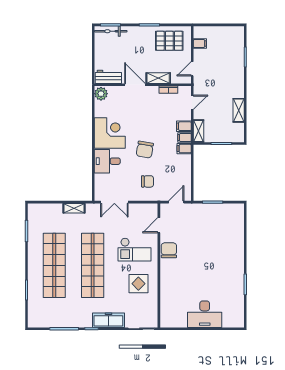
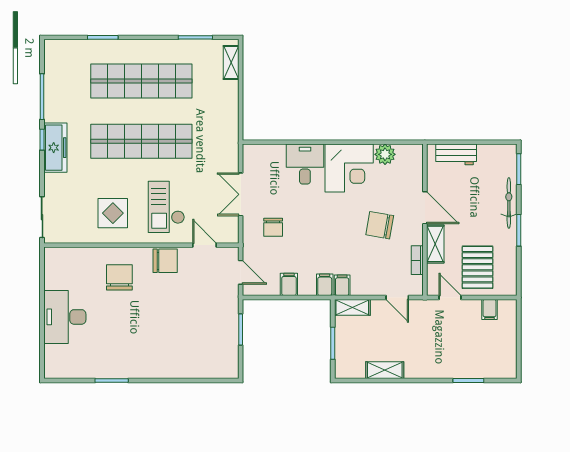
bicycle: (111, 31) -> (509, 203), moved
pallet: (169, 41) -> (478, 267), moved
workbench: (108, 77) -> (456, 154), moved, turned 90
door: (135, 85) -> (425, 208), hinge flipped
plant: (101, 94) -> (385, 154), moved
filing cabinet: (184, 126) -> (289, 284), moved
chair: (145, 150) -> (380, 225), moved
double door: (114, 202) -> (241, 194), moved
shelving: (74, 208) -> (231, 63), moved
chair: (179, 279) -> (119, 277), added
freezer: (108, 320) -> (55, 148), moved

